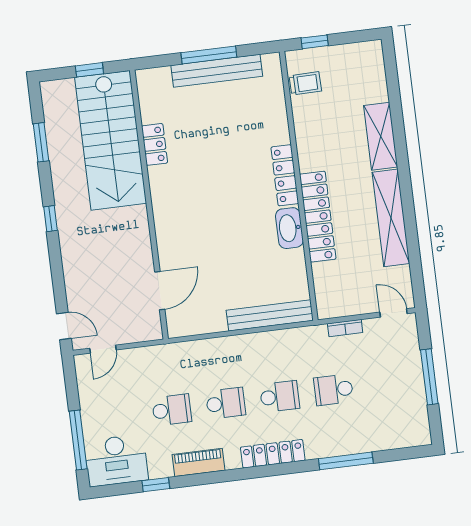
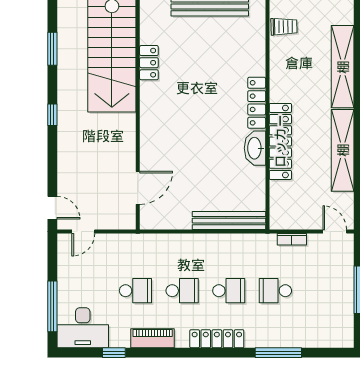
shelving: (381, 136) -> (343, 67), width x1.47

